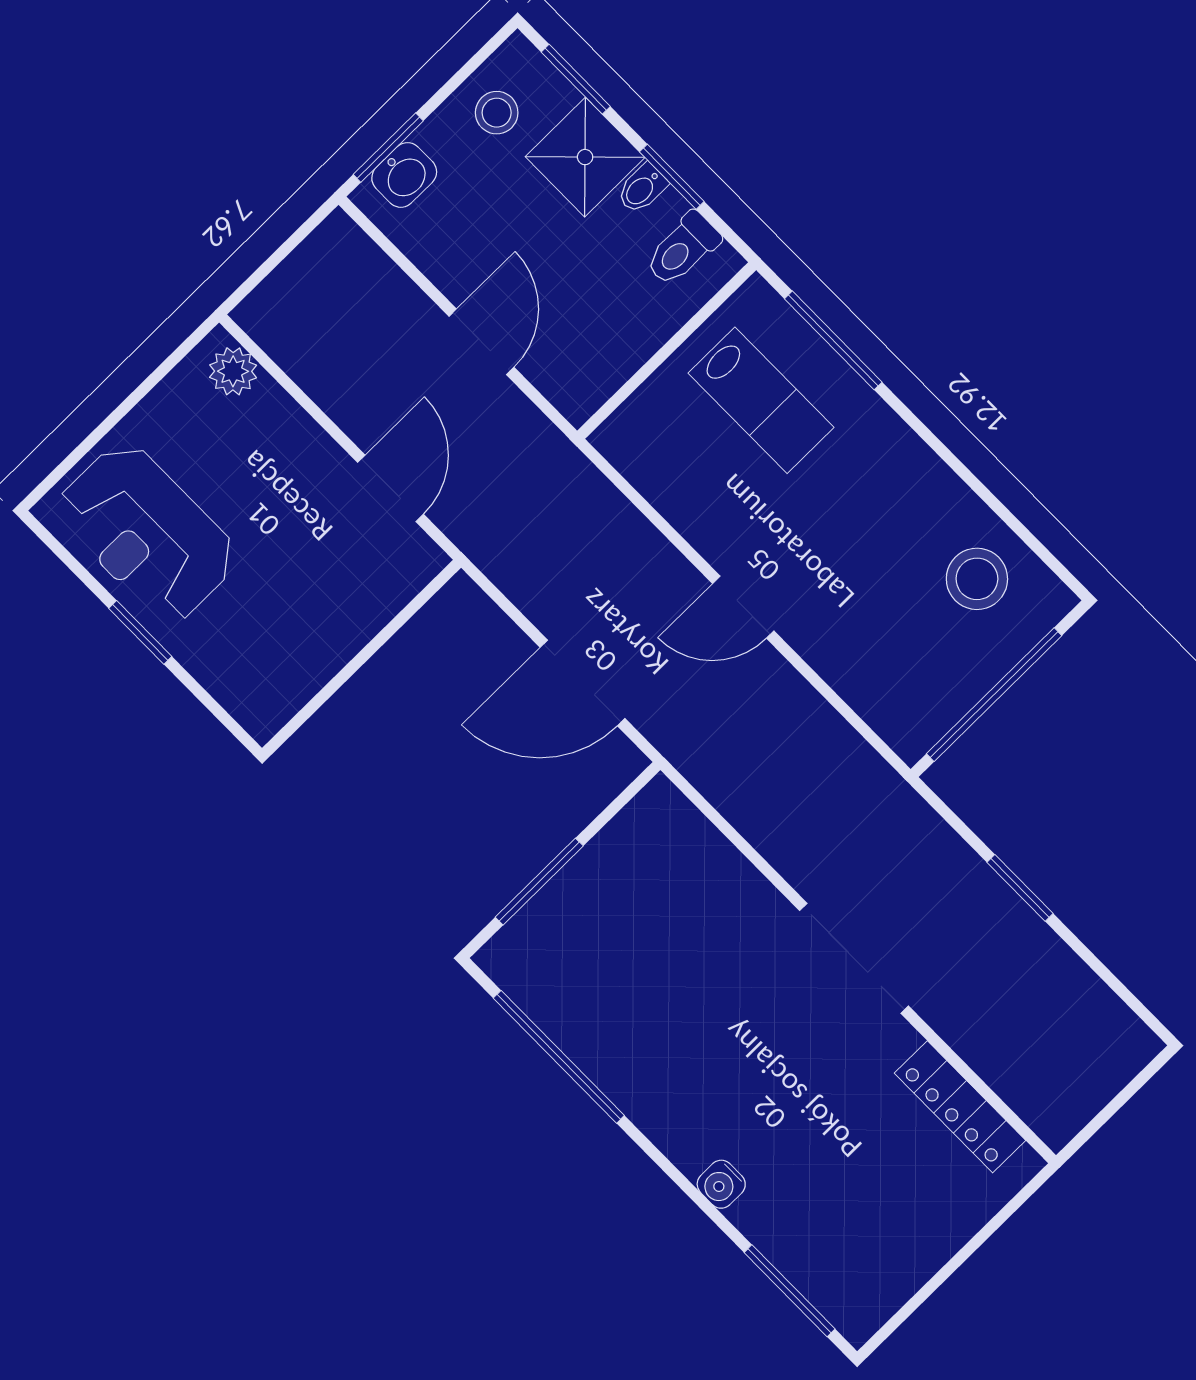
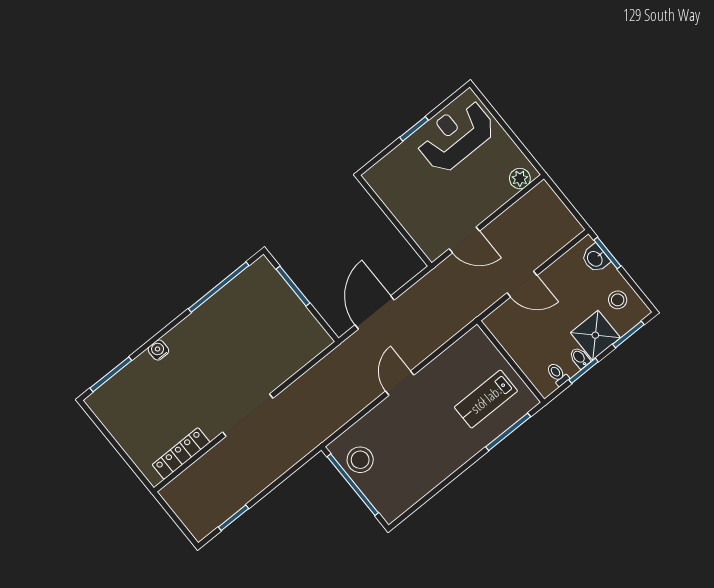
toilet: (683, 249) -> (557, 374), width x0.73, depth x0.72
stool: (977, 579) -> (360, 460), moved
window: (1020, 888) -> (234, 518), moved

